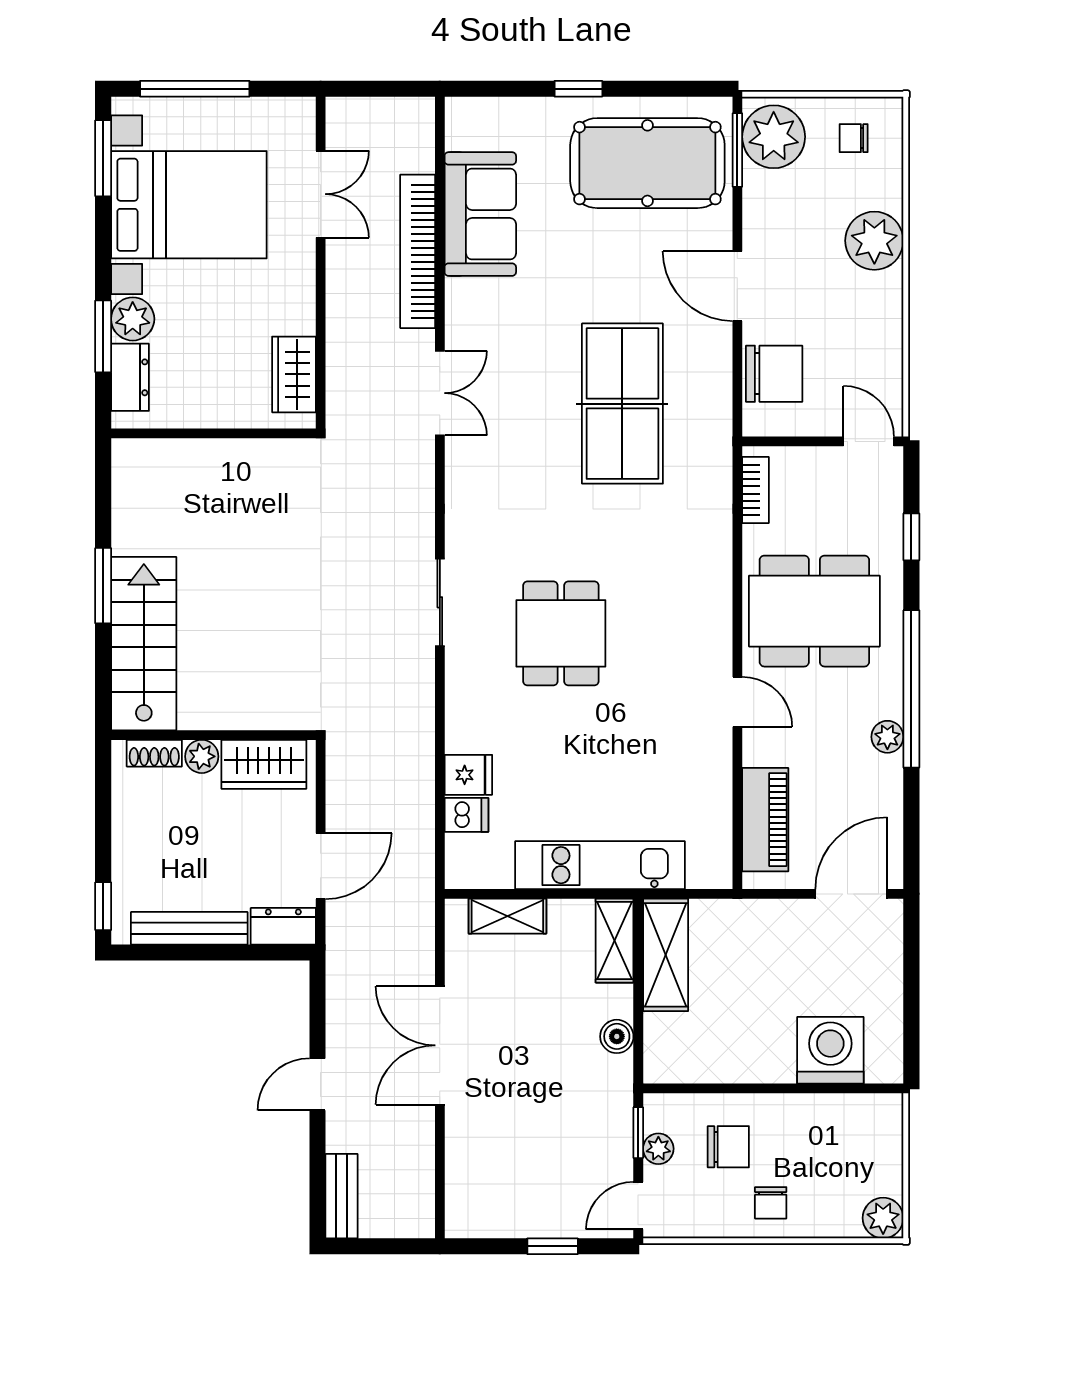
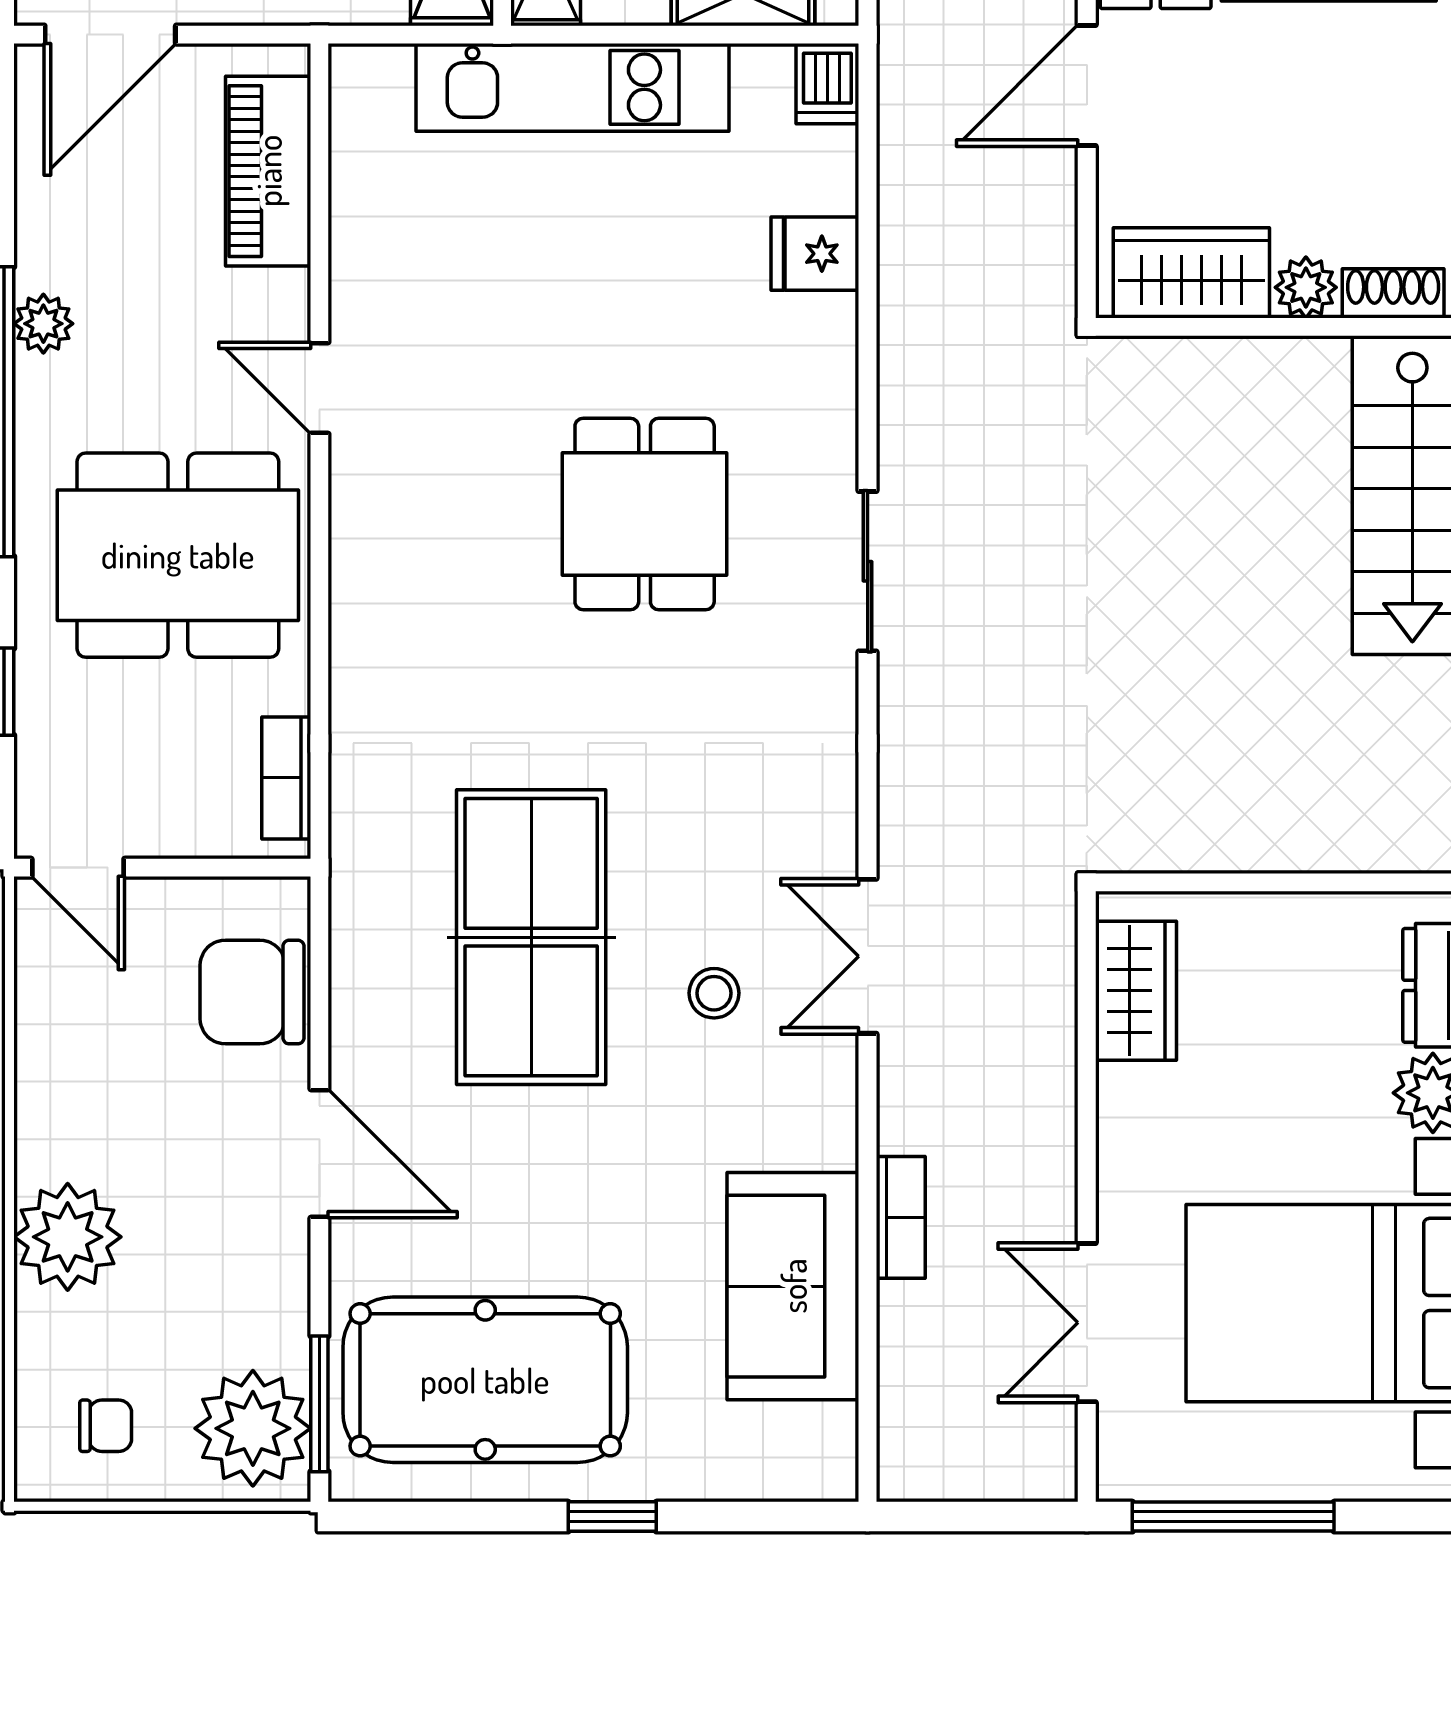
window: (195, 89) -> (1233, 1517), moved
bookcase: (418, 251) -> (901, 1217), width x0.43, depth x0.76
stool: (523, 373) -> (714, 993), added
dishwasher: (466, 815) -> (827, 84), moved, turned -90

